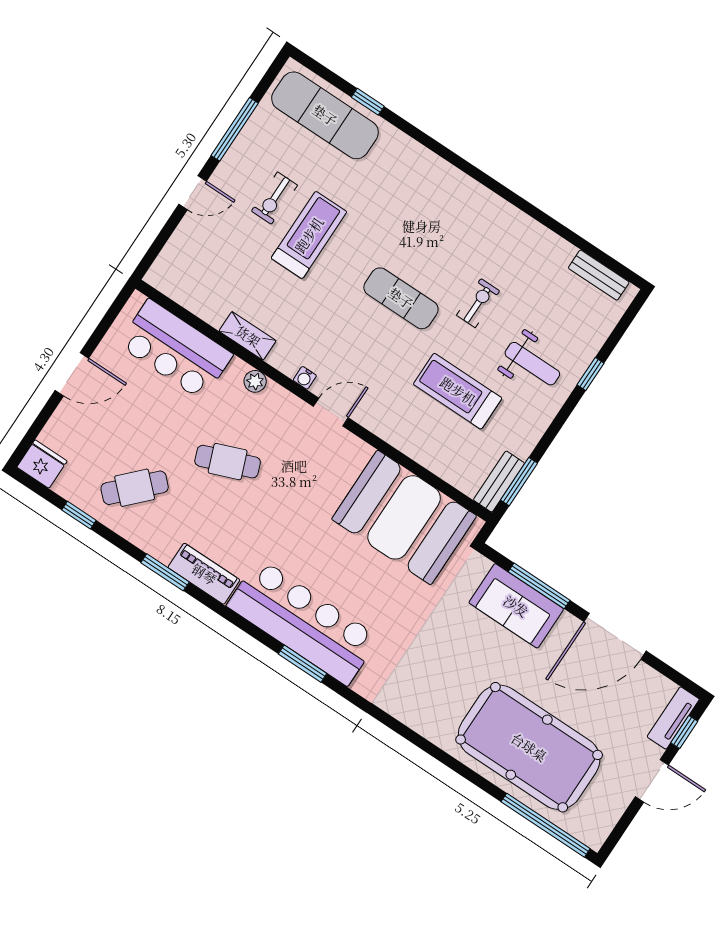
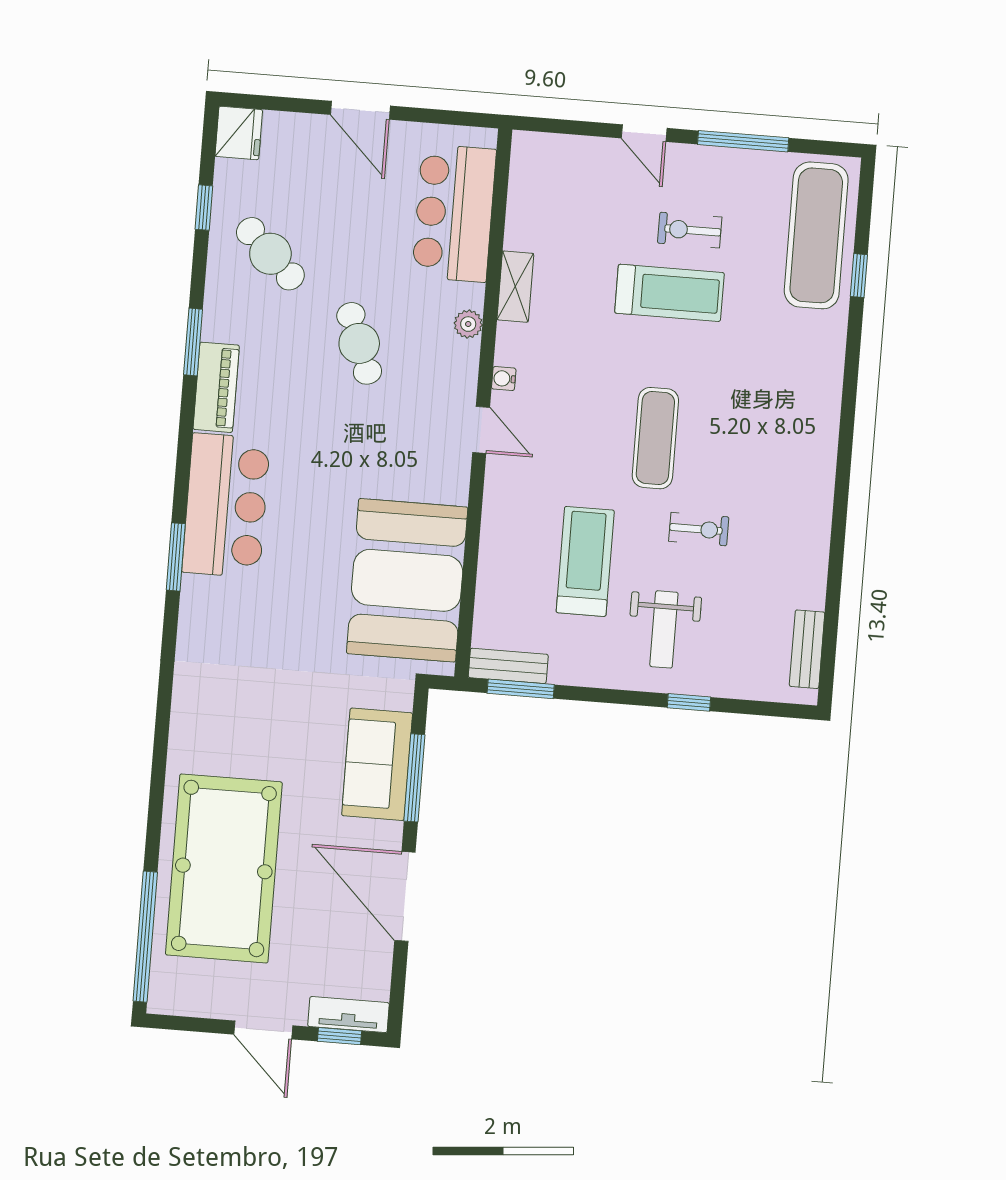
bar counter: (303, 622) -> (226, 505), width x0.73

